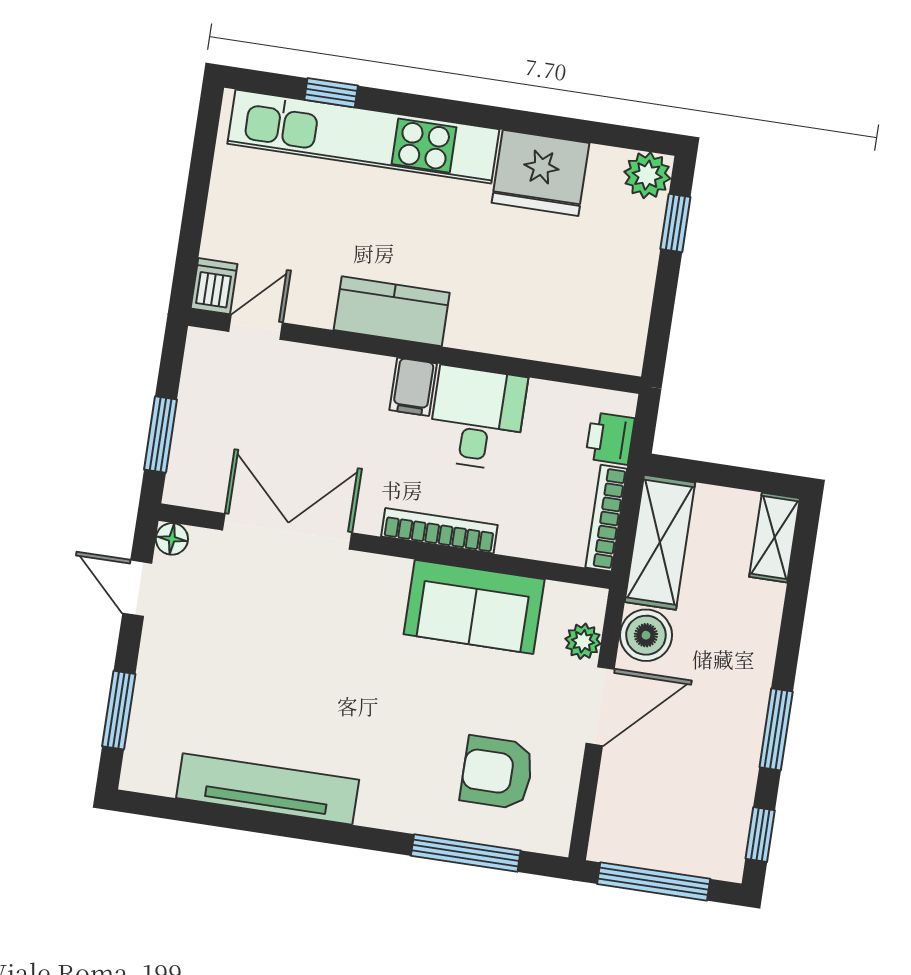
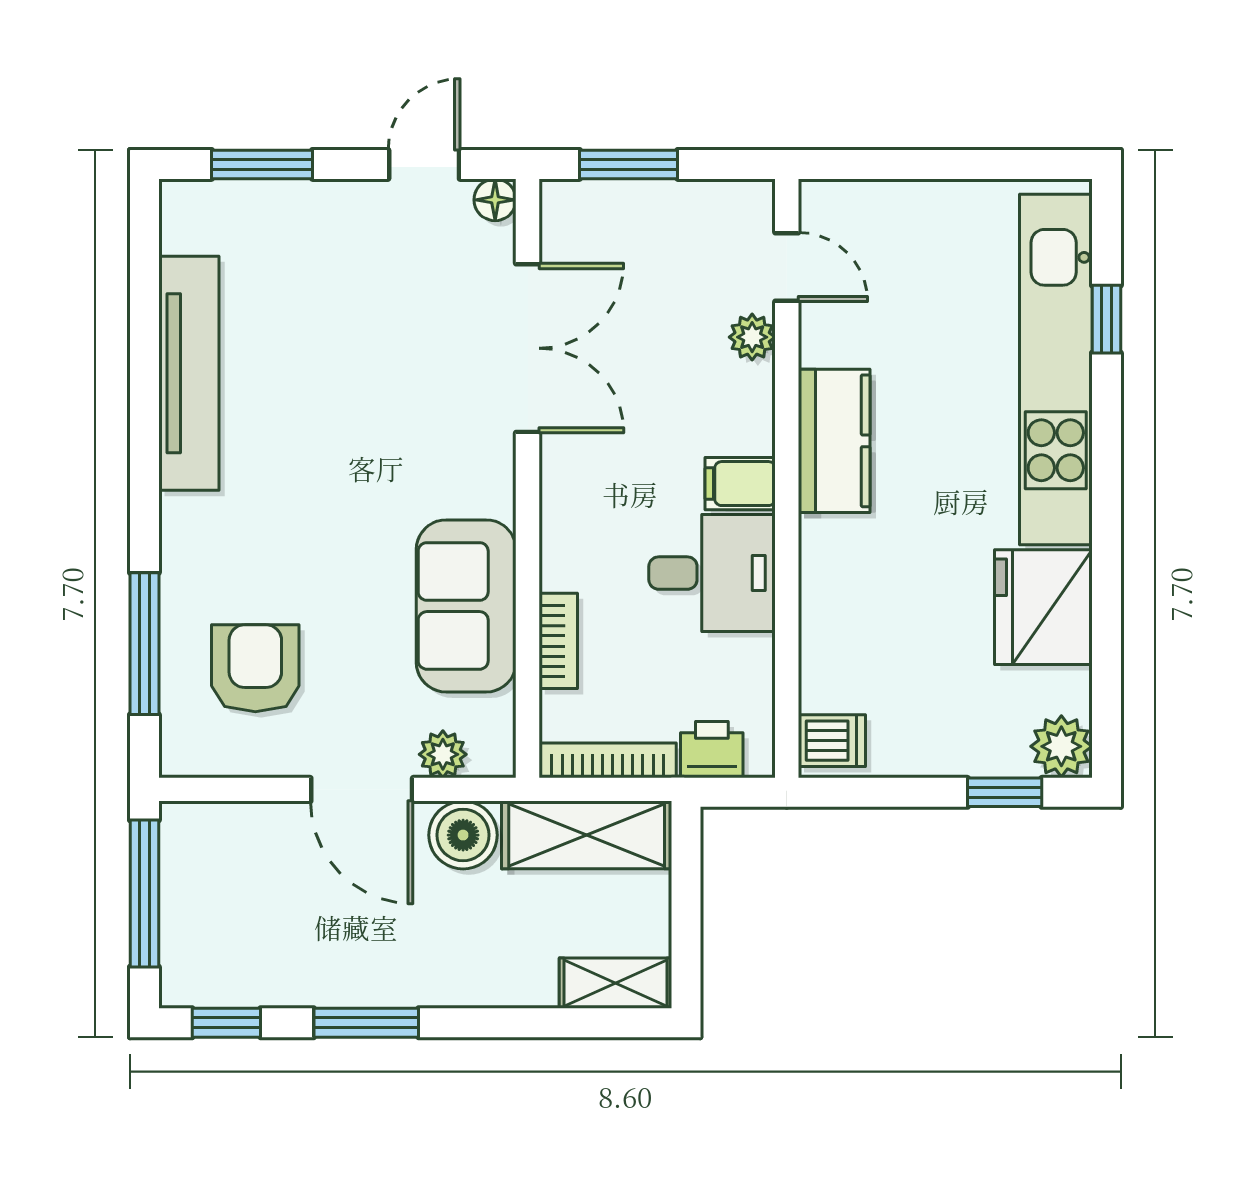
dishwasher: (214, 286) -> (832, 741), moved
plant: (304, 361) -> (752, 337), added
bookcase: (439, 531) -> (558, 641), moved, width x0.64

